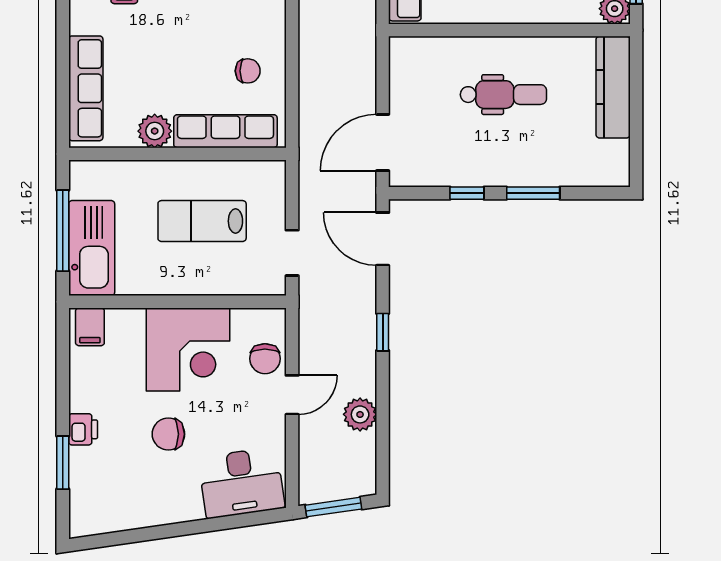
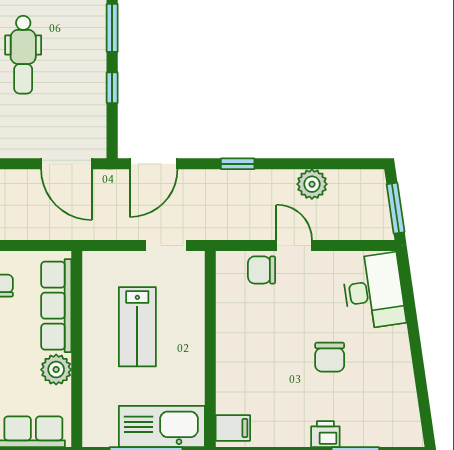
dental chair: (503, 95) -> (23, 55), turned 180
corner desk: (188, 349) -> (253, 339), removed
chair: (265, 359) -> (262, 270), turned 180

